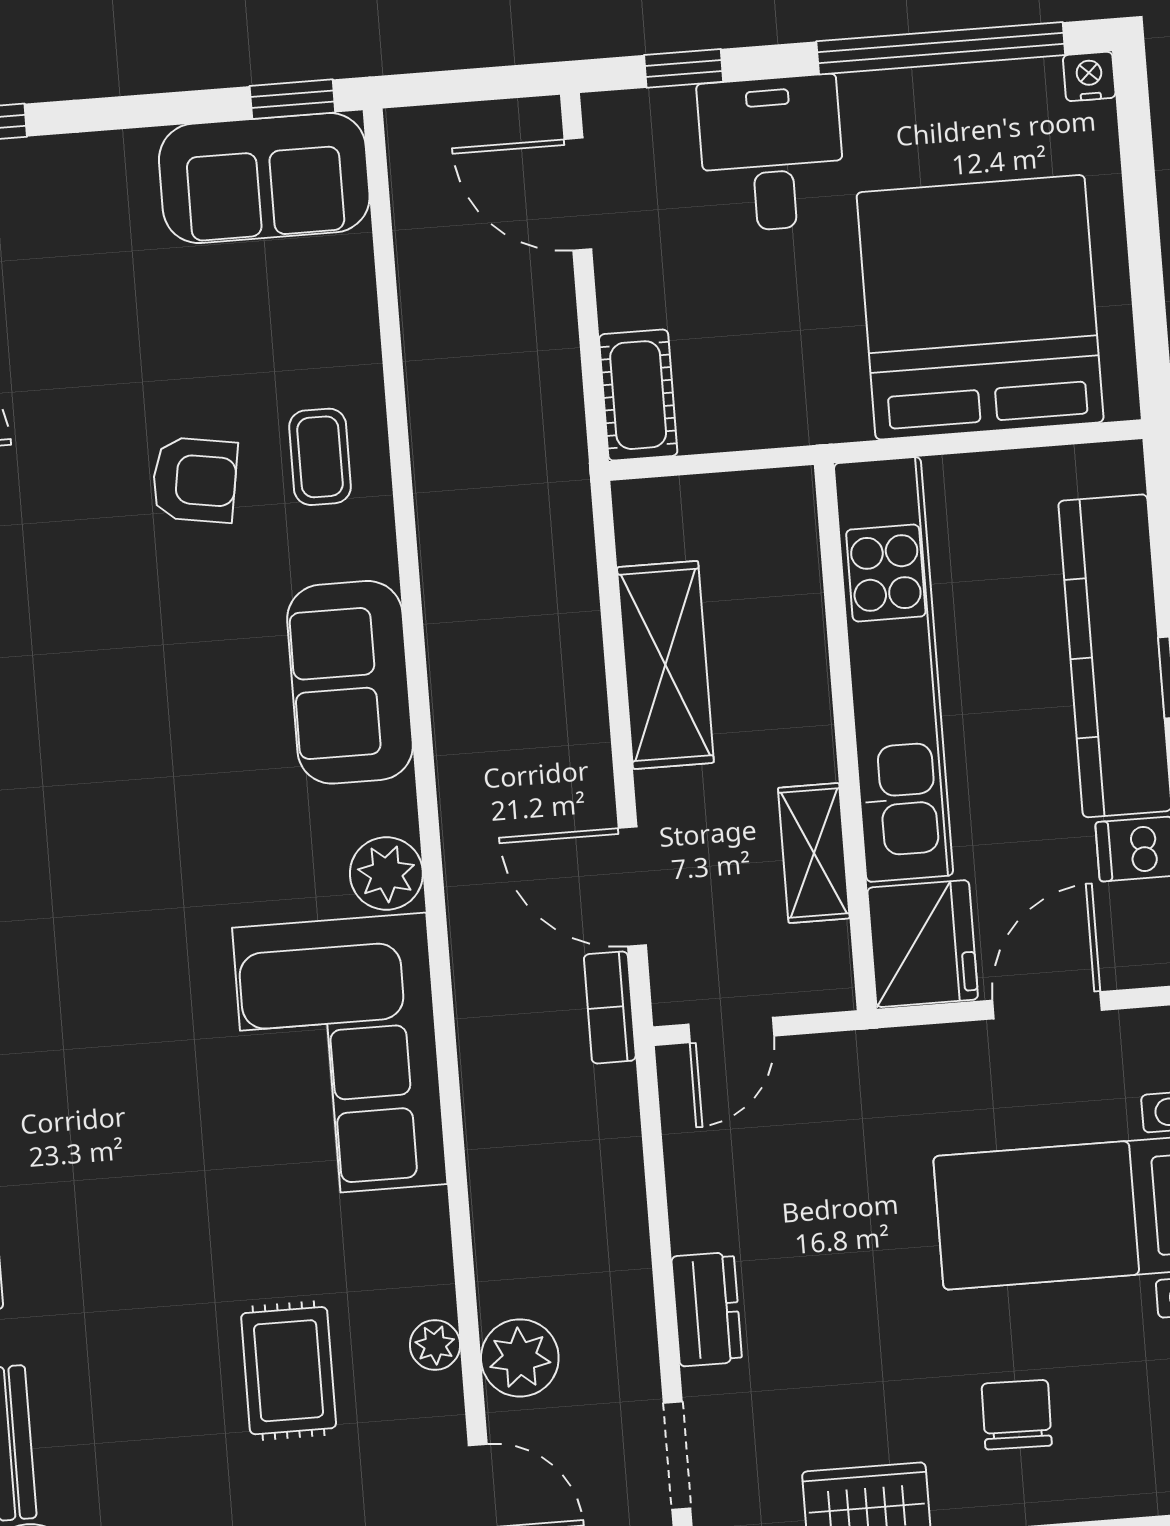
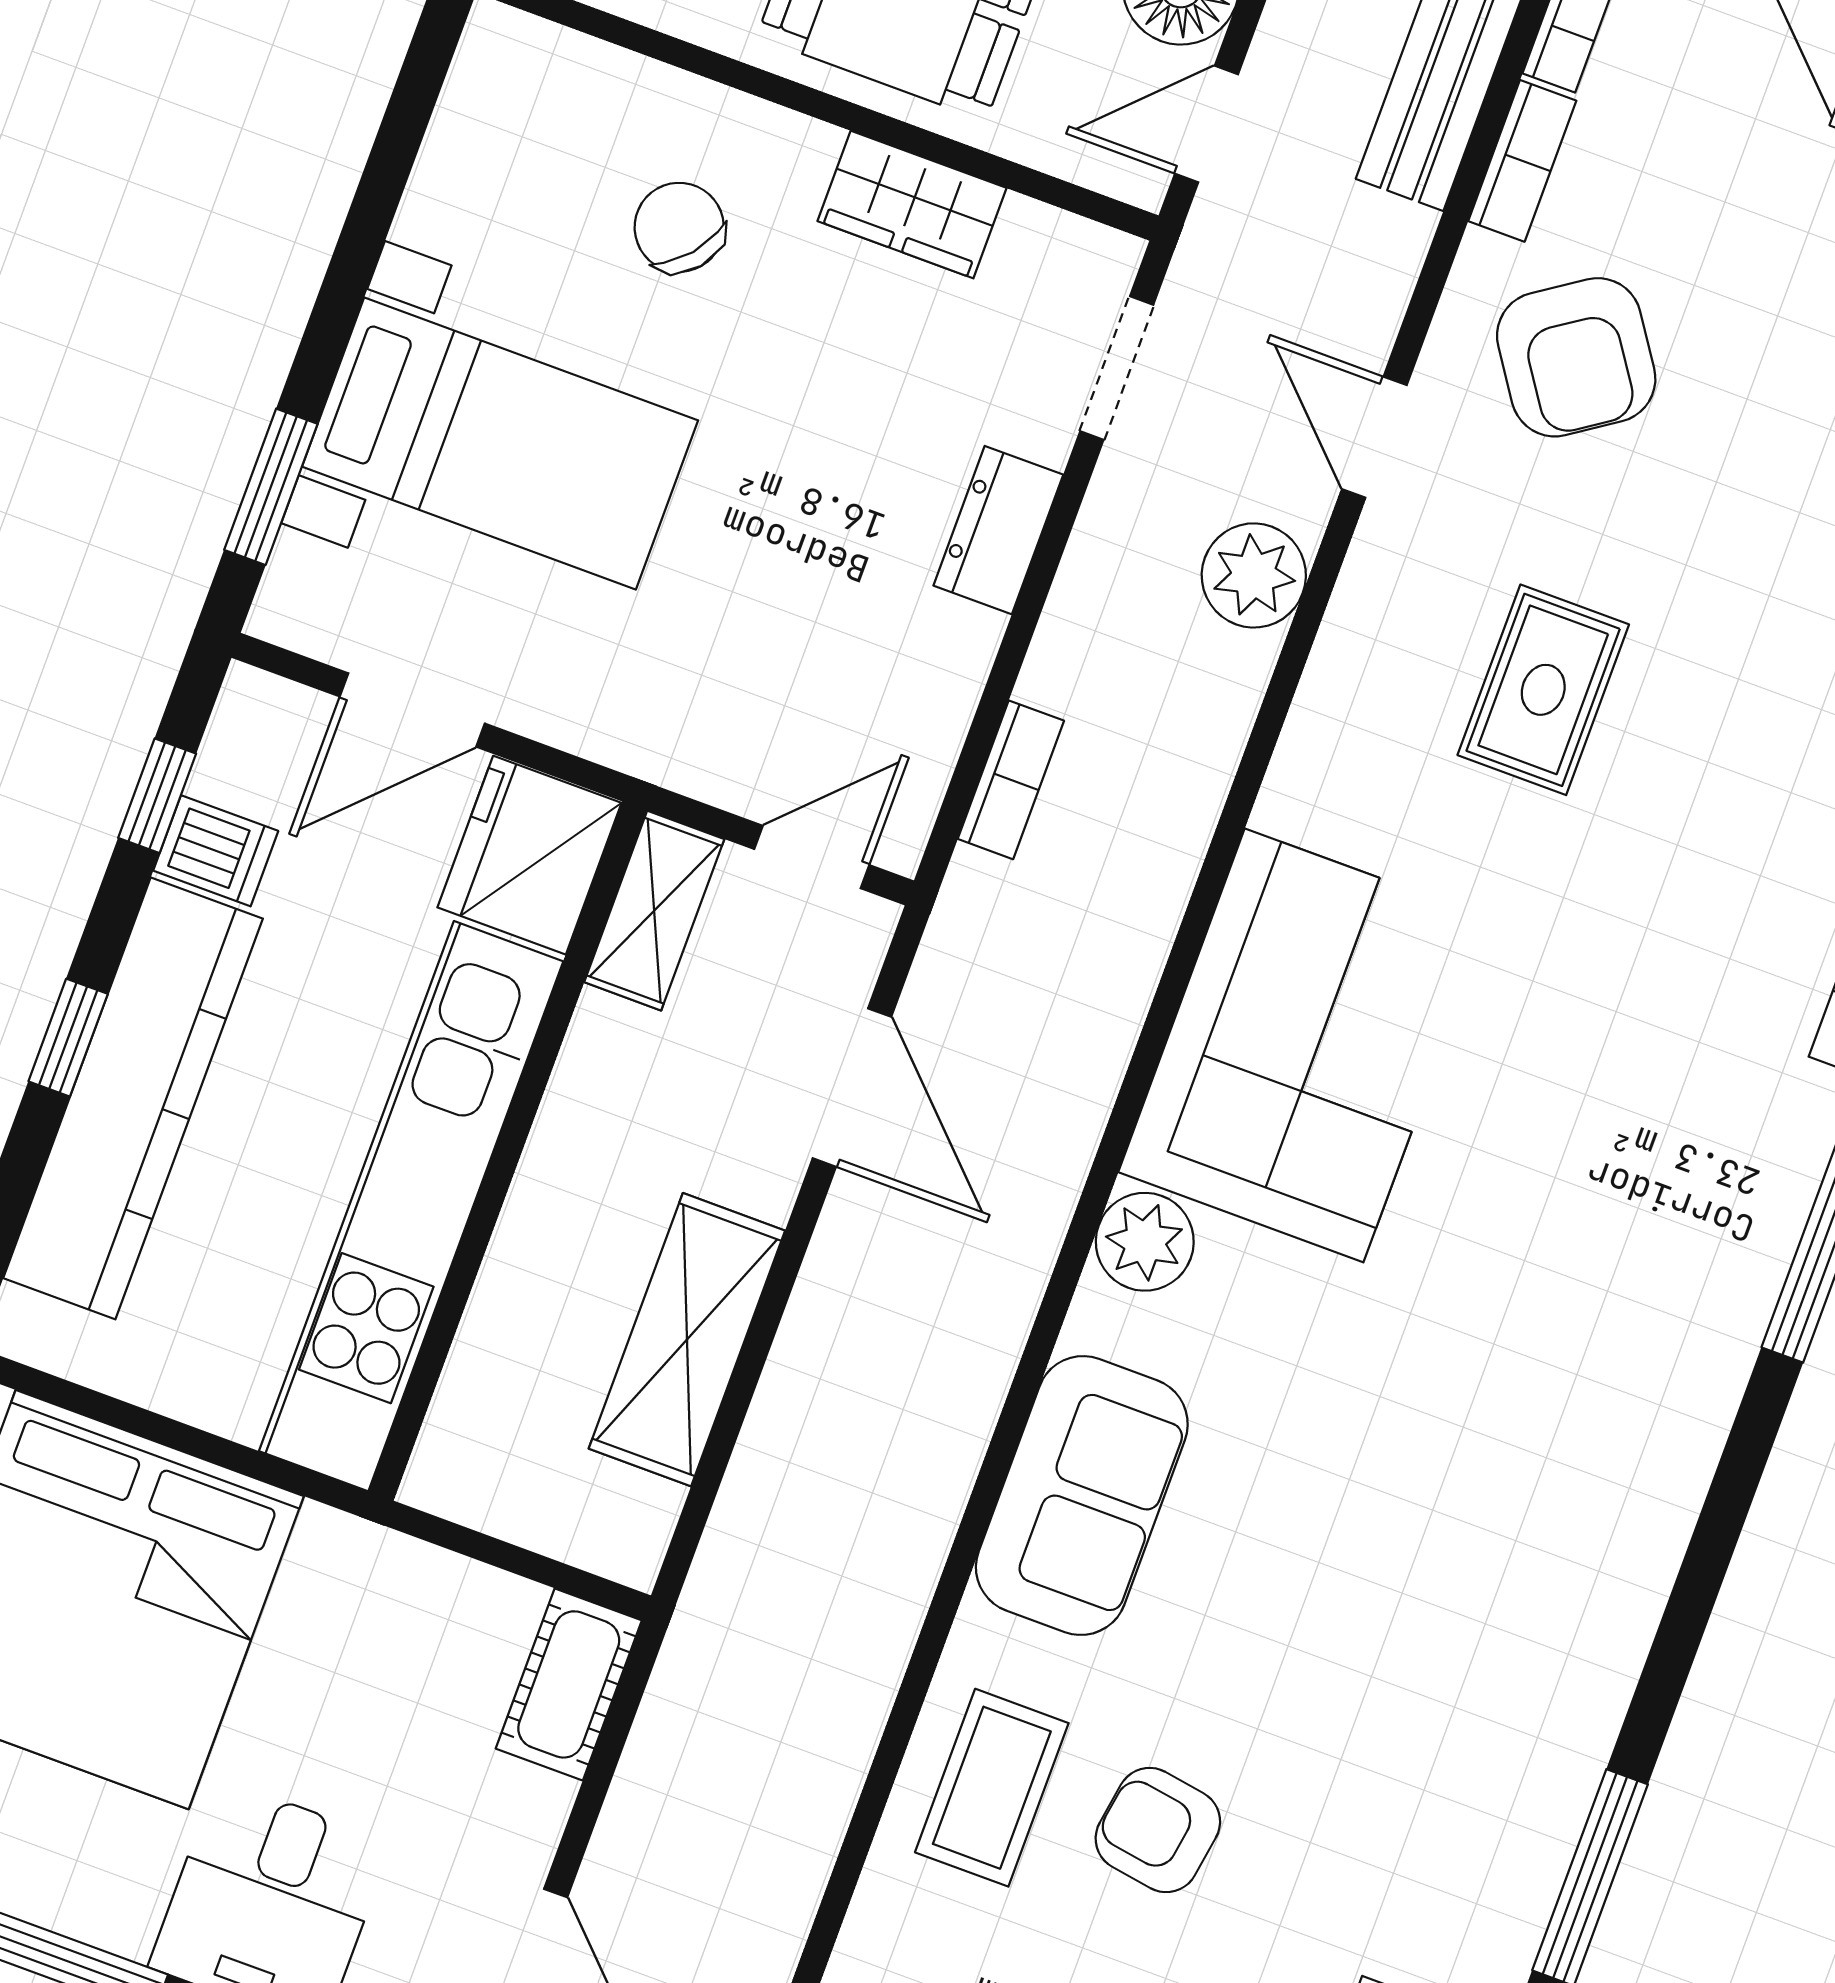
coffee table: (320, 457) -> (992, 1788), width x1.36, depth x1.30
shelving: (814, 853) -> (654, 911), moved
bookcase: (610, 1007) -> (1011, 780), moved
plant: (435, 1345) -> (1350, 639), removed
chair: (1017, 1415) -> (679, 227), turned 129

